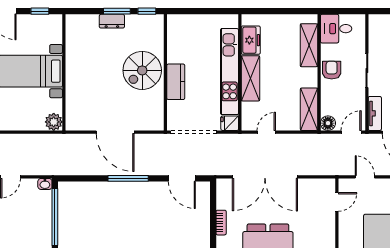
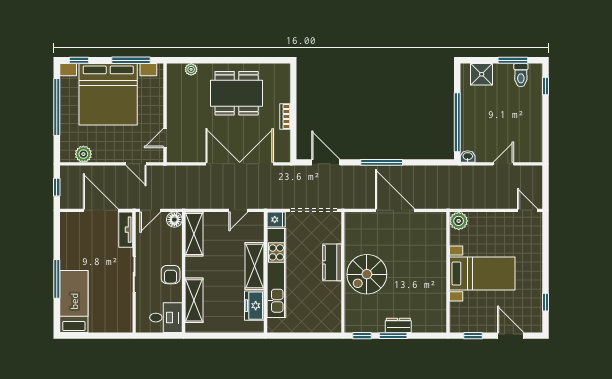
spiral stairs: (142, 70) -> (367, 274), turned 180

